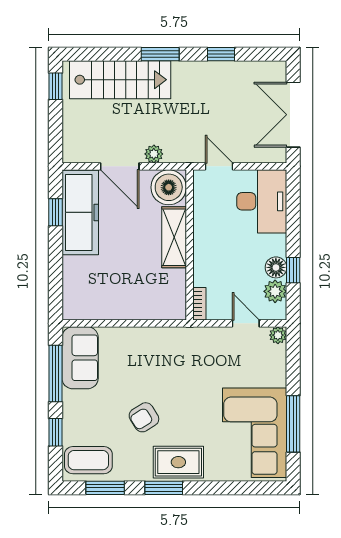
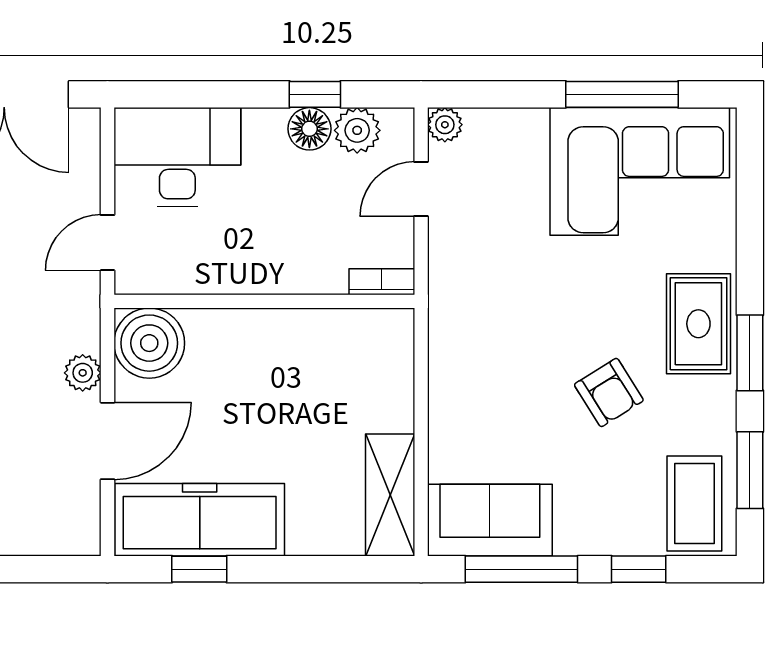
shelving: (174, 237) -> (390, 495), moved, turned 90

